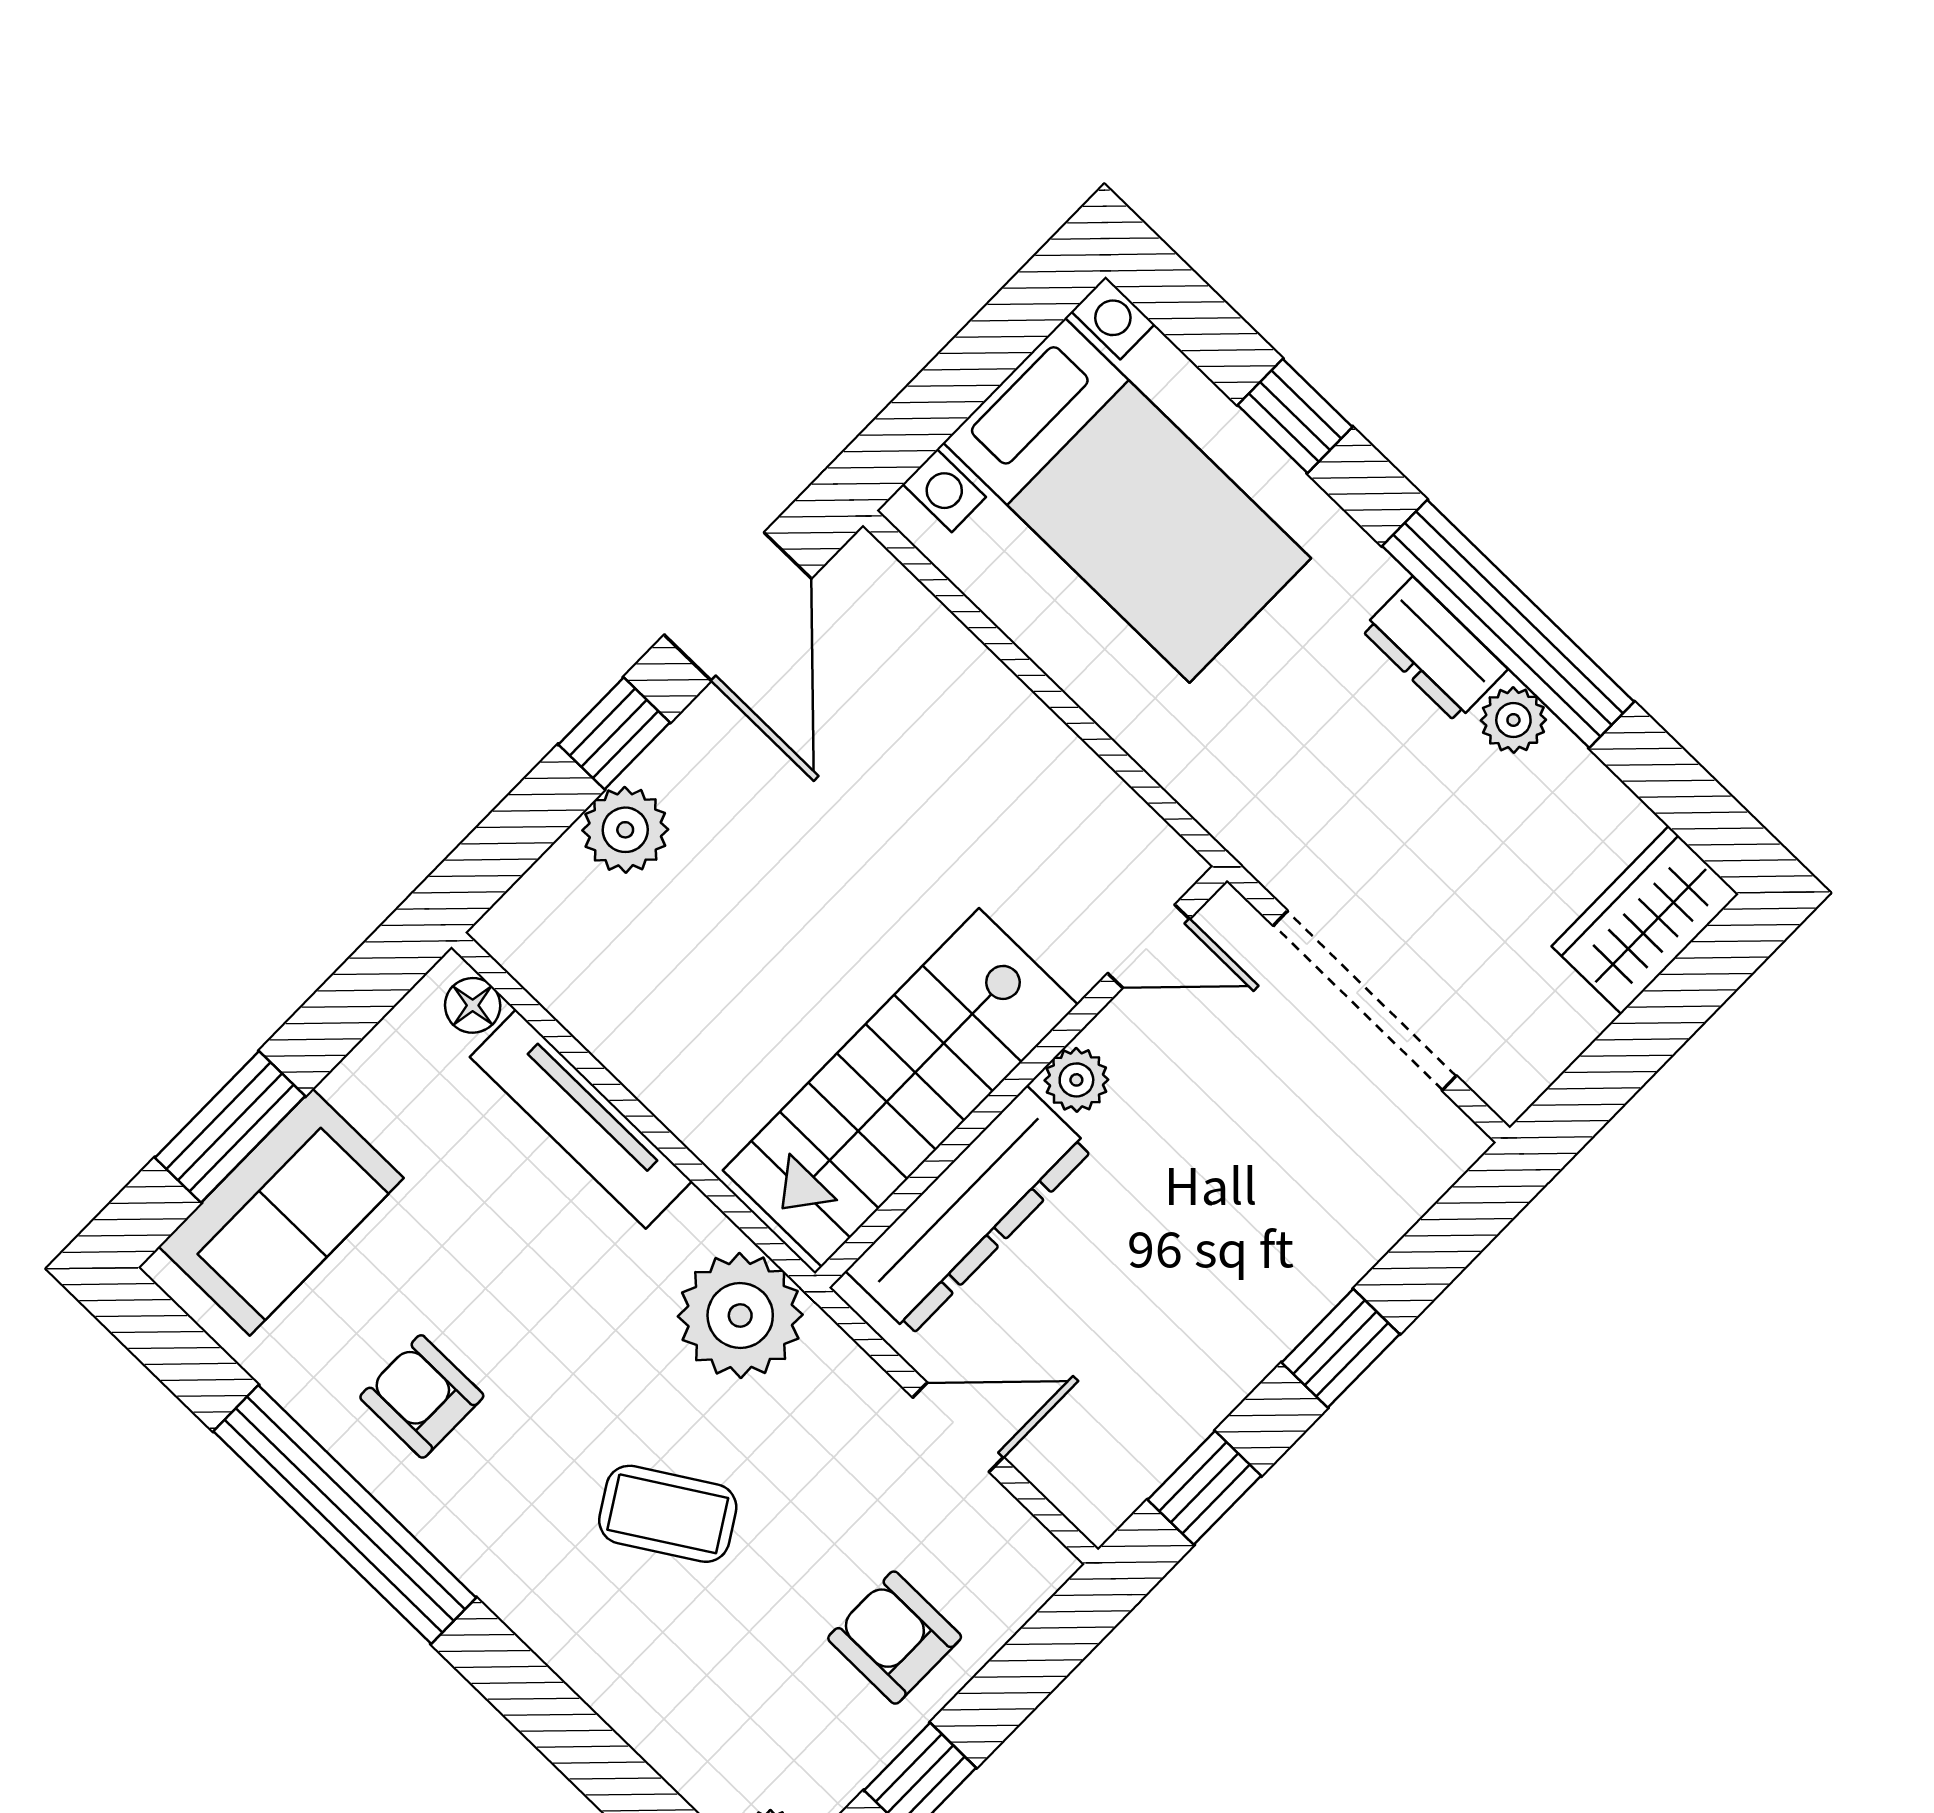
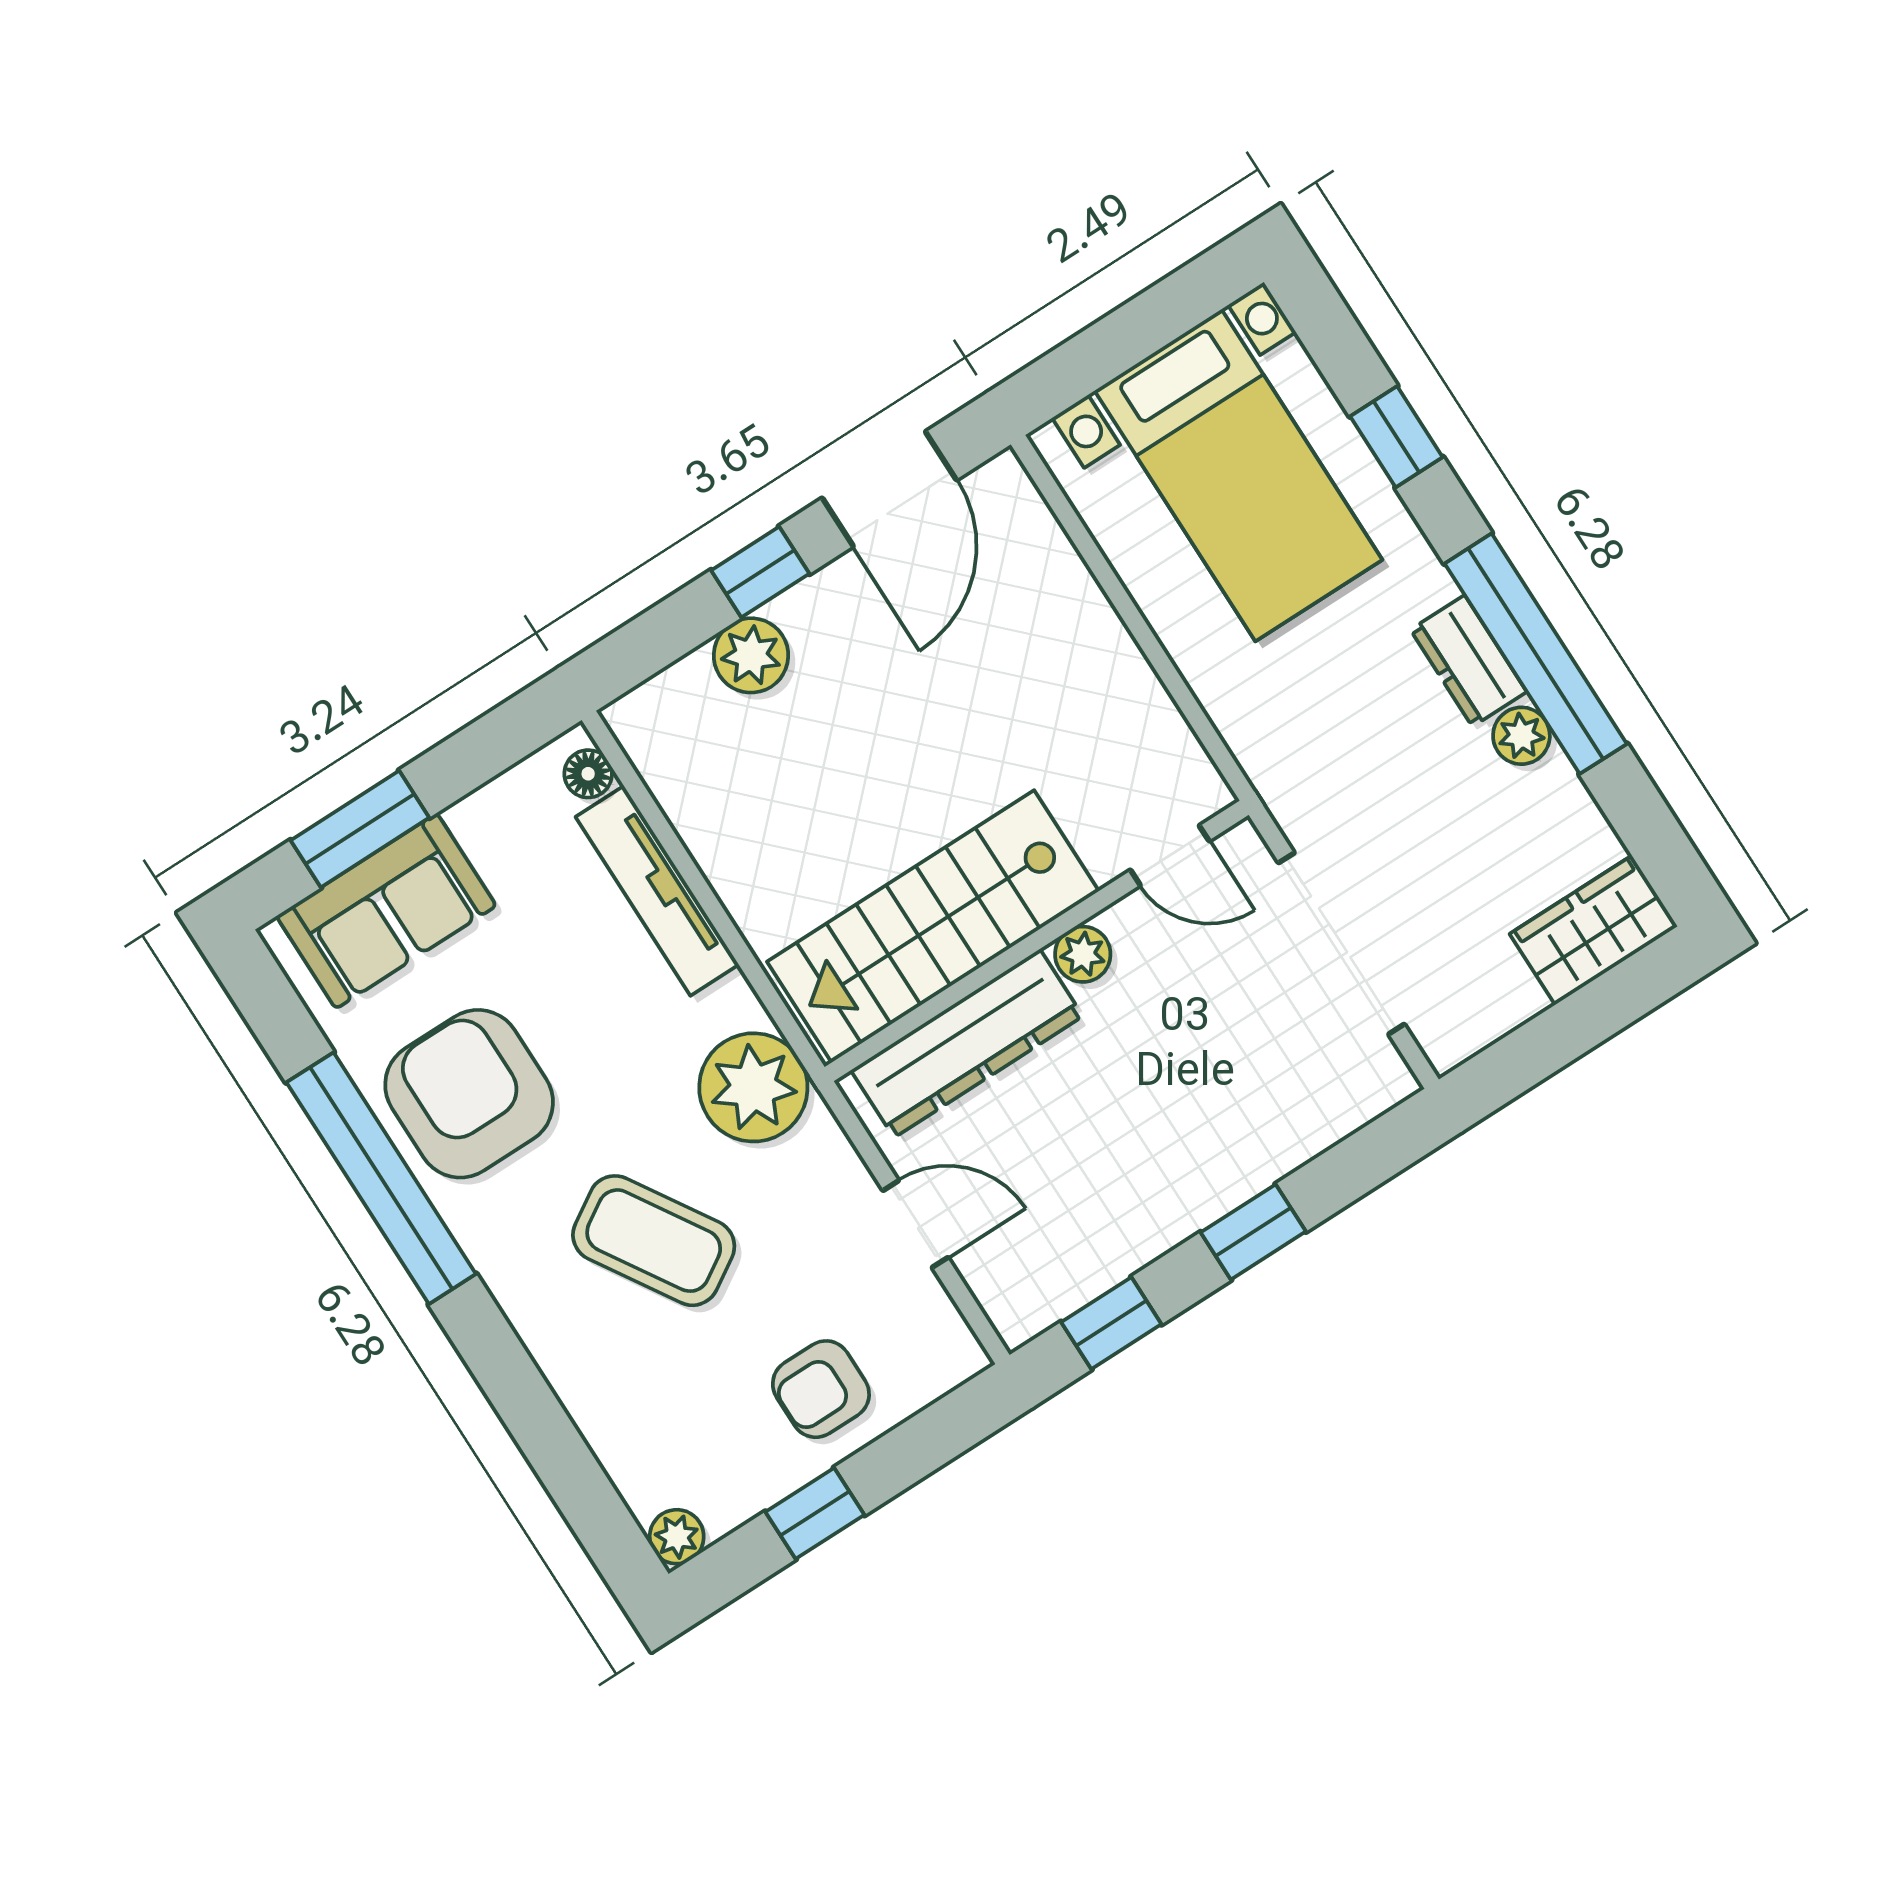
armchair: (422, 1396) -> (469, 1094), width x1.88, depth x1.88
coffee table: (668, 1514) -> (654, 1241), width x1.36, depth x1.30
armchair: (895, 1638) -> (821, 1389), turned -90

